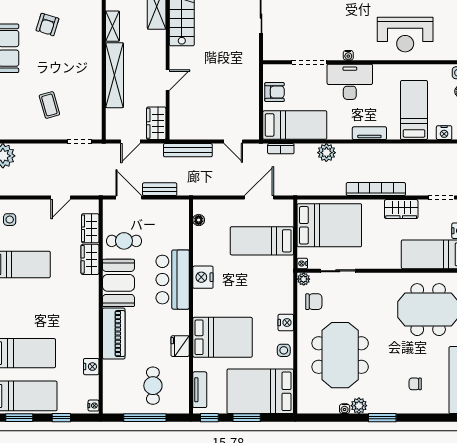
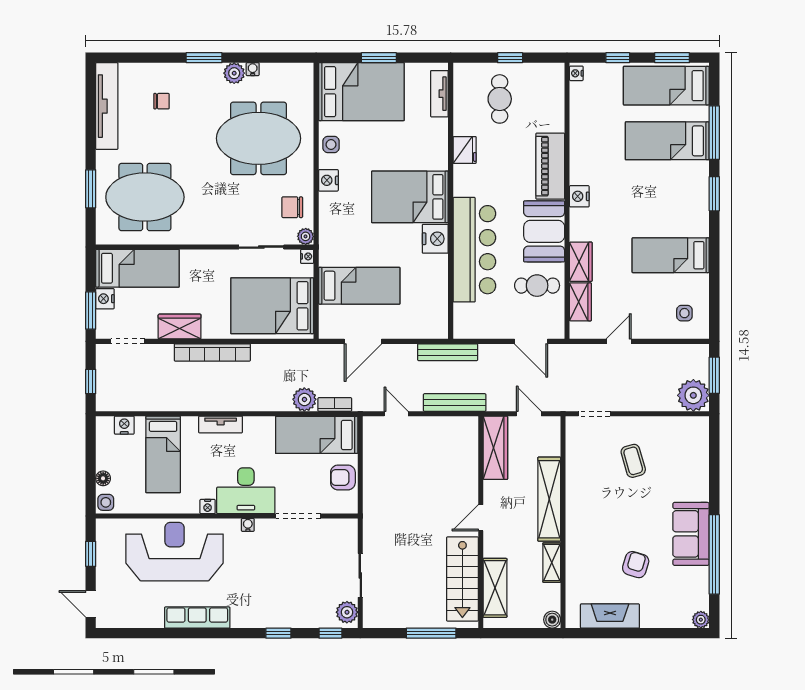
reception desk: (405, 35) -> (174, 552), width x1.36, depth x1.30
nightstand: (380, 70) -> (208, 507), added
door: (168, 80) -> (481, 518), moved
wardrobe: (156, 123) -> (495, 448), width x1.50
door: (130, 142) -> (529, 414), hinge flipped
plant: (326, 153) -> (304, 399), moved
bench: (160, 189) -> (448, 352), moved, width x1.36
floor lamp: (199, 220) -> (441, 313), removed
bar counter: (173, 280) -> (474, 250), width x1.36
bed: (223, 337) -> (410, 197), moved
meeting table: (340, 355) -> (258, 138), turned 90
nightstand: (91, 367) -> (579, 196), moved
window: (145, 418) -> (510, 58), width x0.46
window: (209, 418) -> (427, 58), removed

